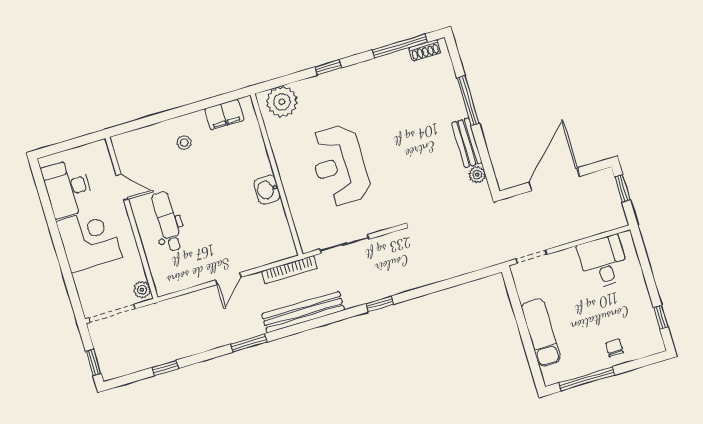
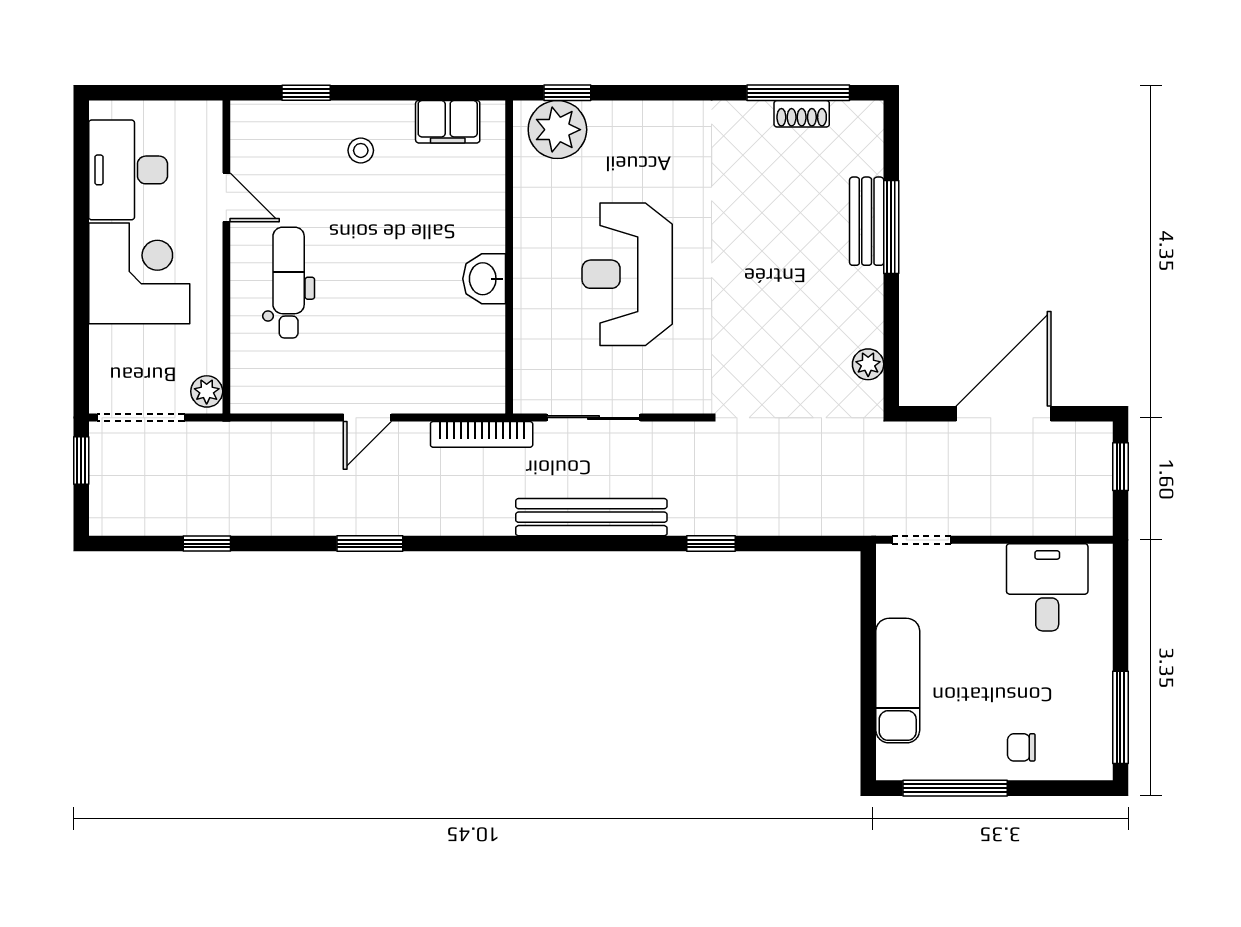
shoe rack: (425, 50) -> (802, 114), moved
window: (328, 67) -> (567, 93), moved
window: (147, 121) -> (306, 93), added
bench: (467, 143) -> (867, 221), moved
window: (380, 304) -> (711, 544), moved
bench: (303, 312) -> (591, 517), moved
window: (661, 317) -> (1120, 717), width x2.17
chair: (614, 348) -> (1021, 747), turned -90
window: (93, 362) -> (81, 461), moved

